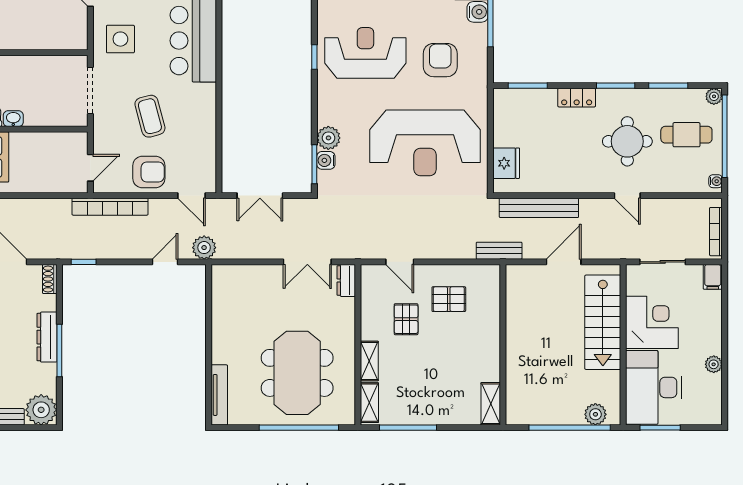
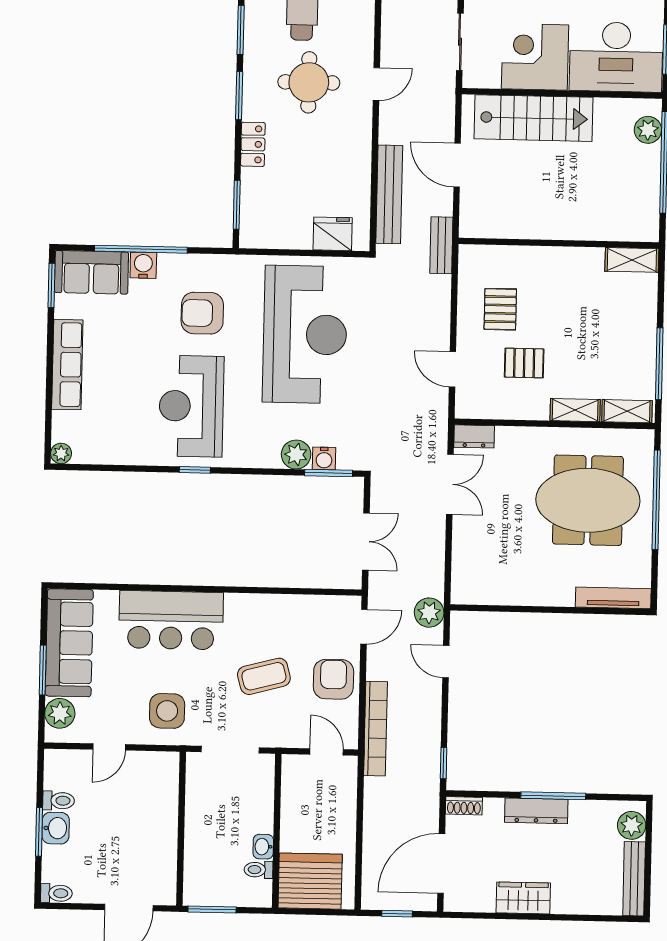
door: (400, 262) -> (452, 369), swing flipped
plant: (41, 410) -> (632, 825), width x0.73, depth x0.73

